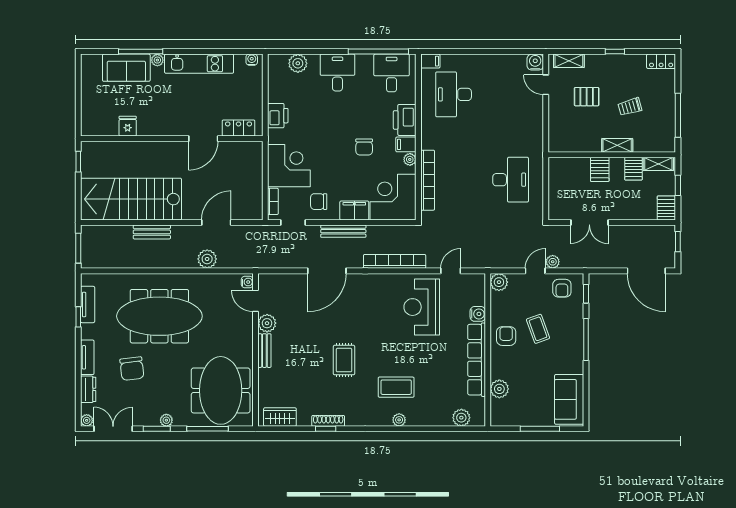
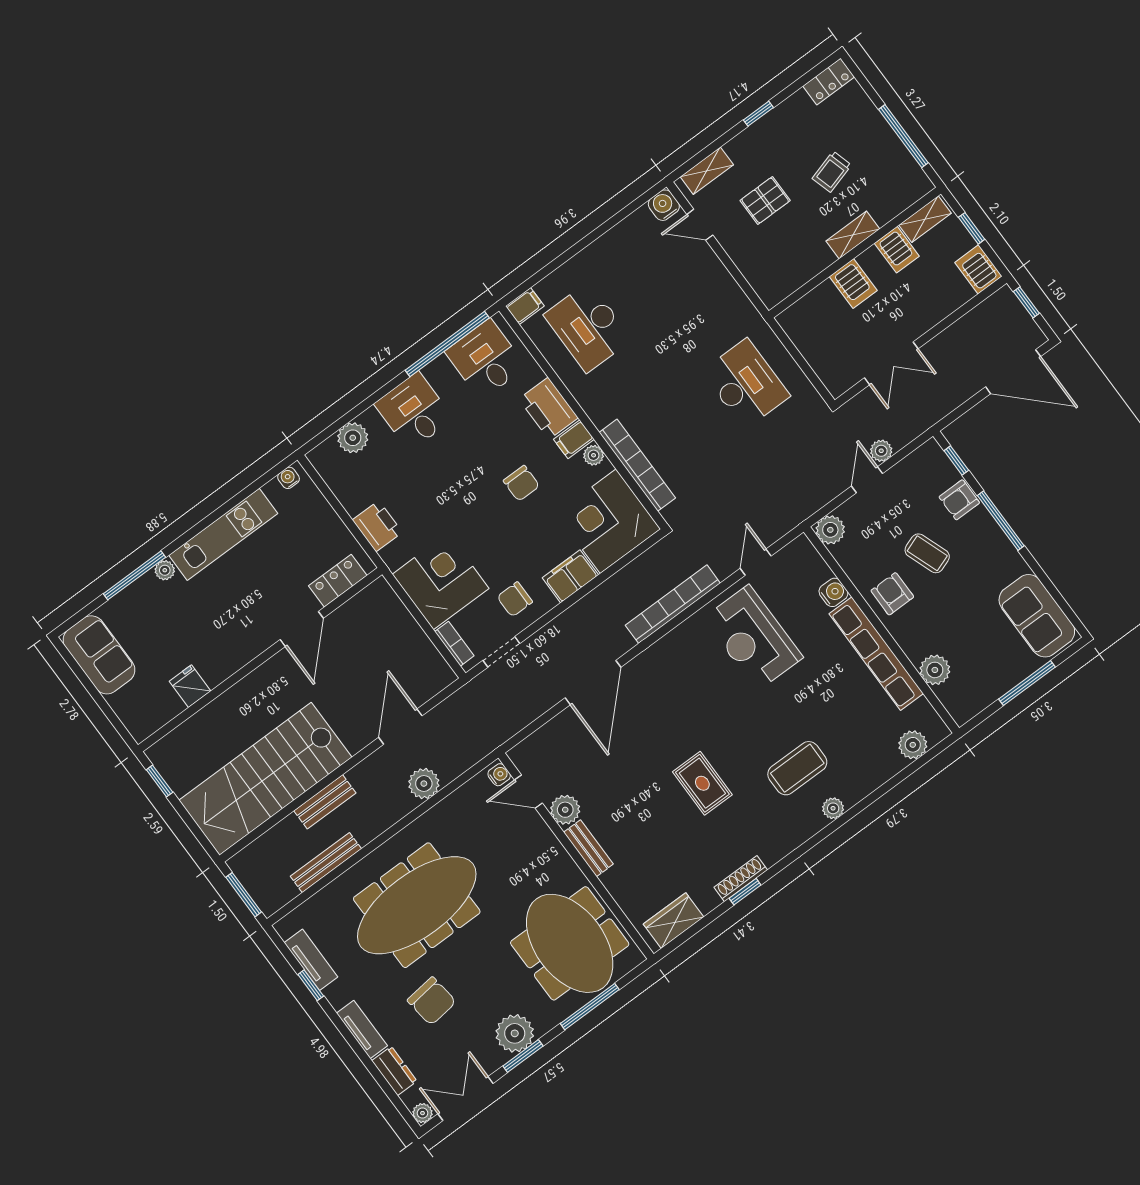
sofa: (126, 68) -> (99, 655), moved, turned -90
bench: (343, 231) -> (326, 862), moved
armchair: (562, 288) -> (959, 500), moved, turned 90
plant: (166, 420) -> (515, 1033), width x1.88, depth x1.88

